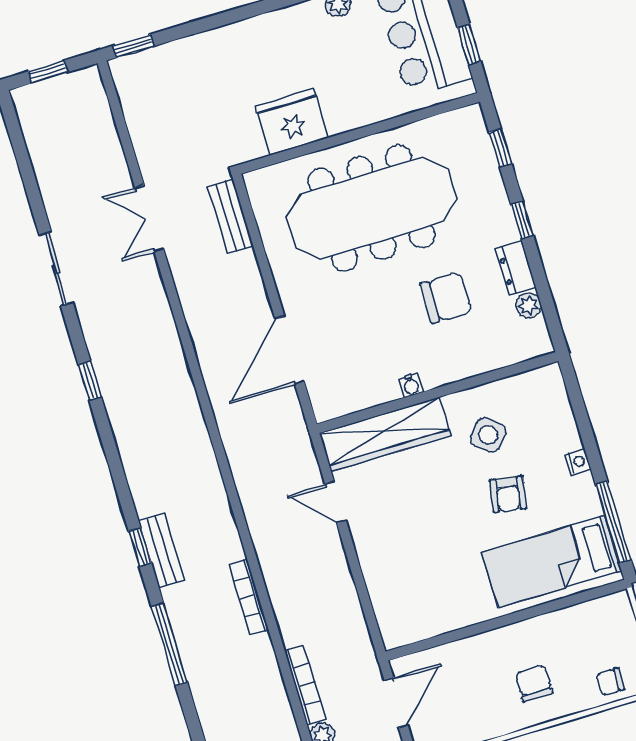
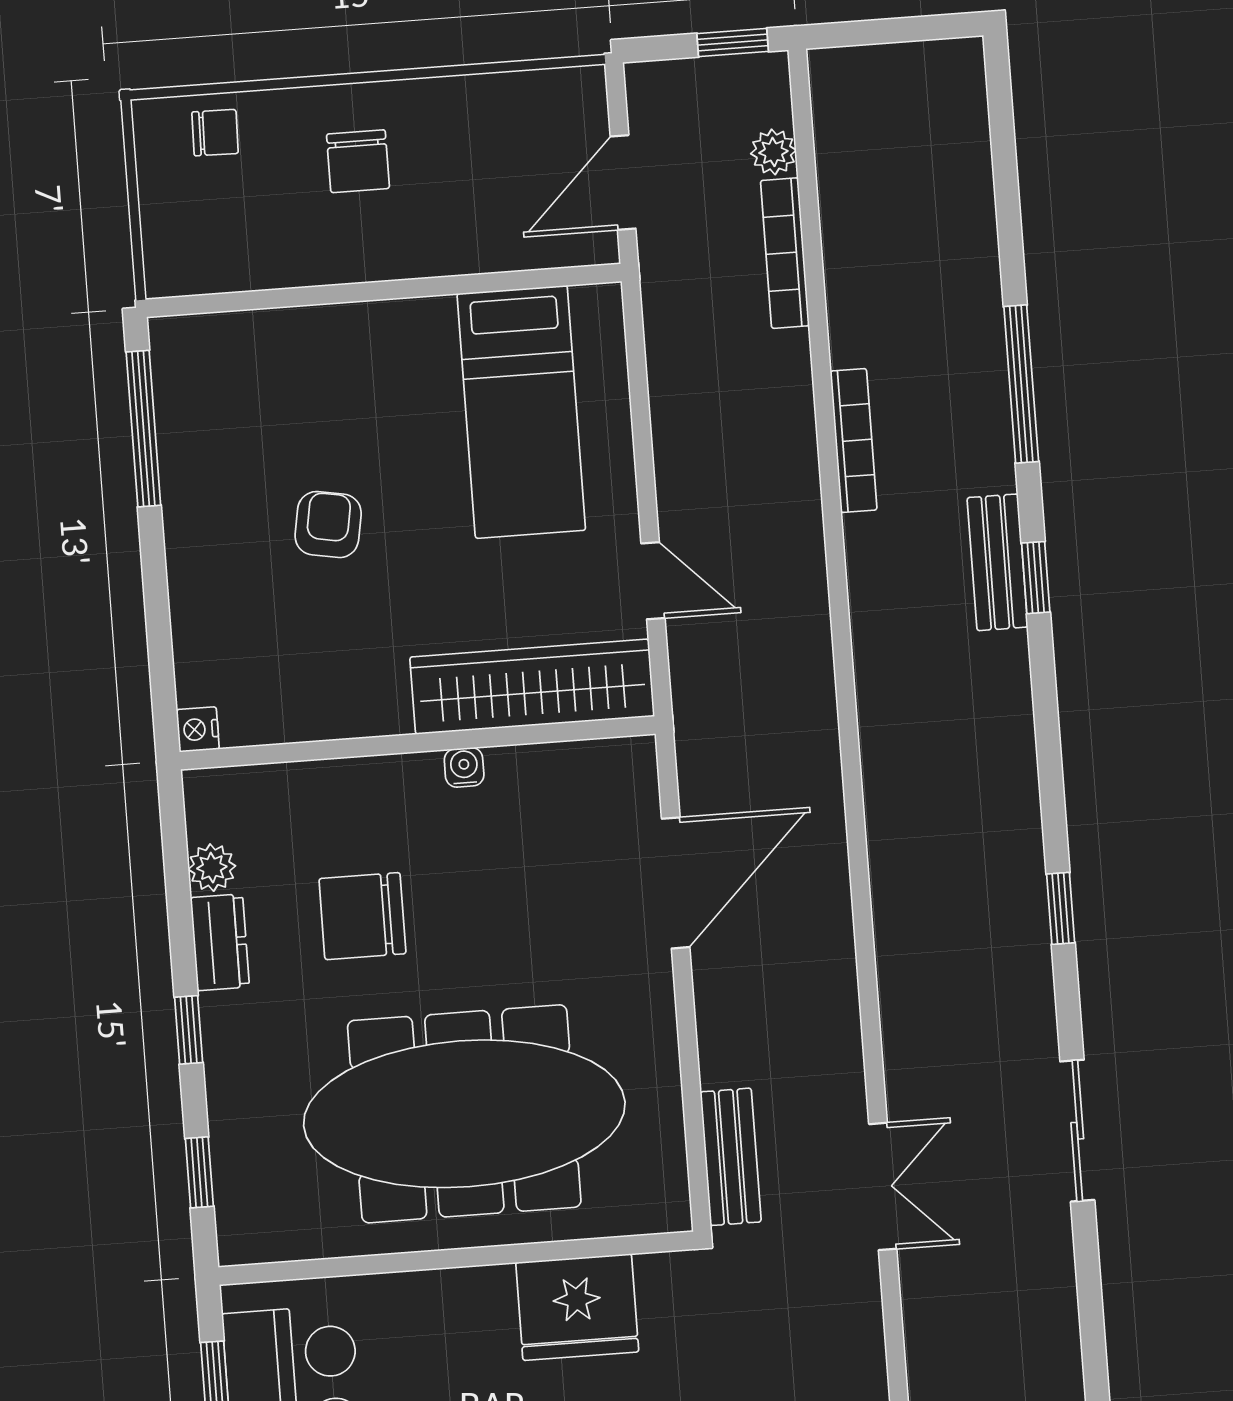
side table: (488, 435) -> (341, 643), removed
nightstand: (578, 462) -> (198, 729), moved
bed: (552, 561) -> (521, 412), moved, turned 90

